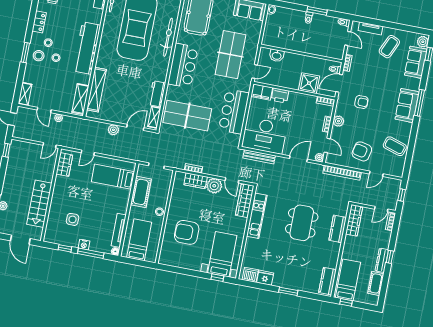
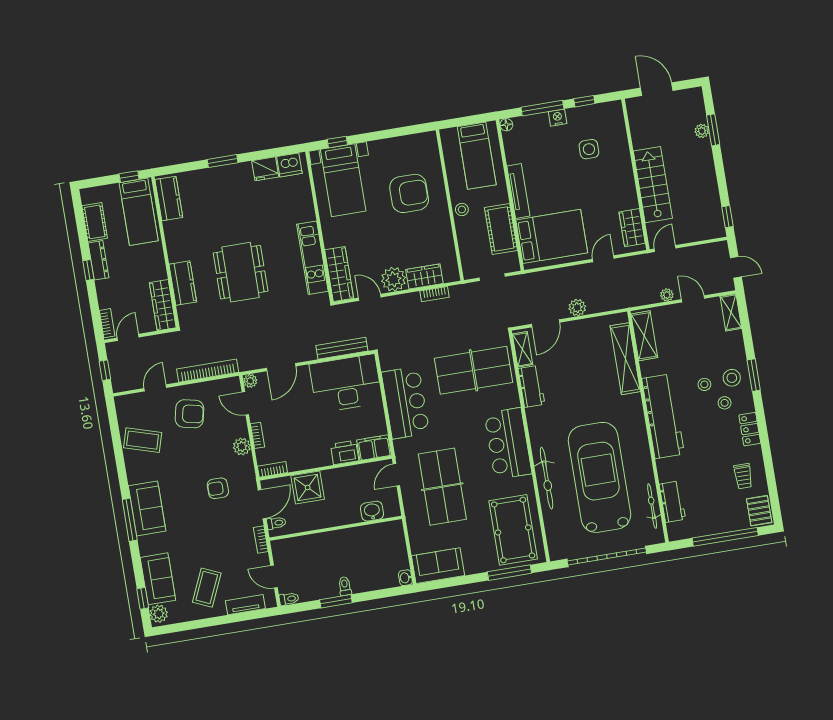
bed: (113, 177) -> (552, 236), width x1.50
stairs: (39, 204) -> (653, 185), moved
tv unit: (119, 230) -> (518, 191), moved

